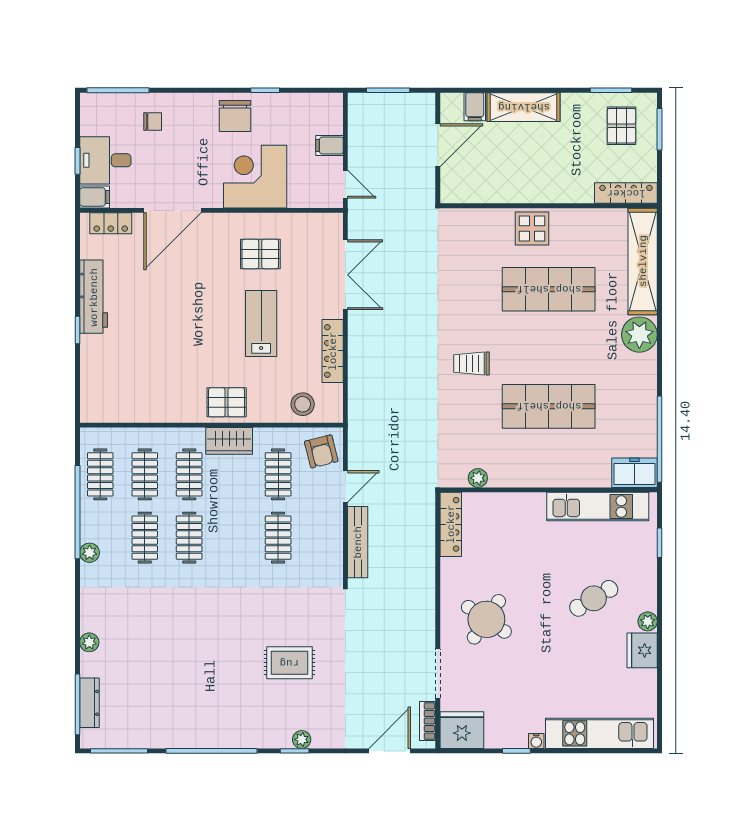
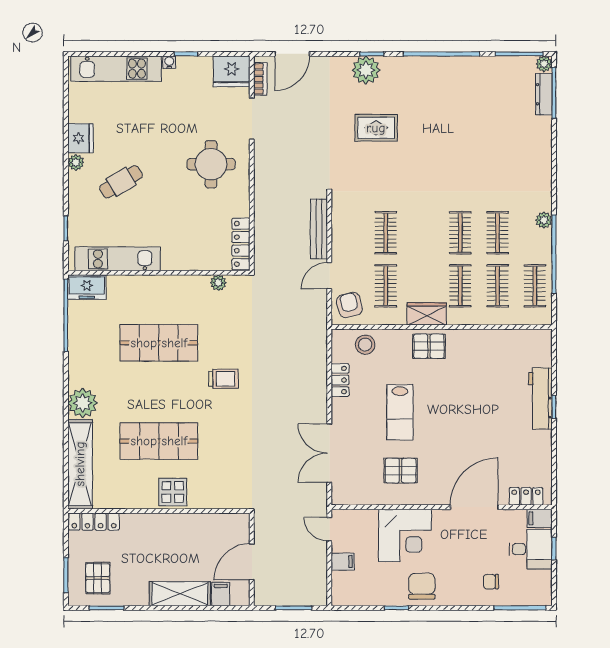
workbench: (94, 297) -> (540, 398), moved
locker: (333, 351) -> (340, 380), width x0.66
round table: (486, 619) -> (211, 164), turned -34
plant: (89, 642) -> (544, 64), moved
plant: (302, 739) -> (366, 70), width x1.87, depth x1.87

